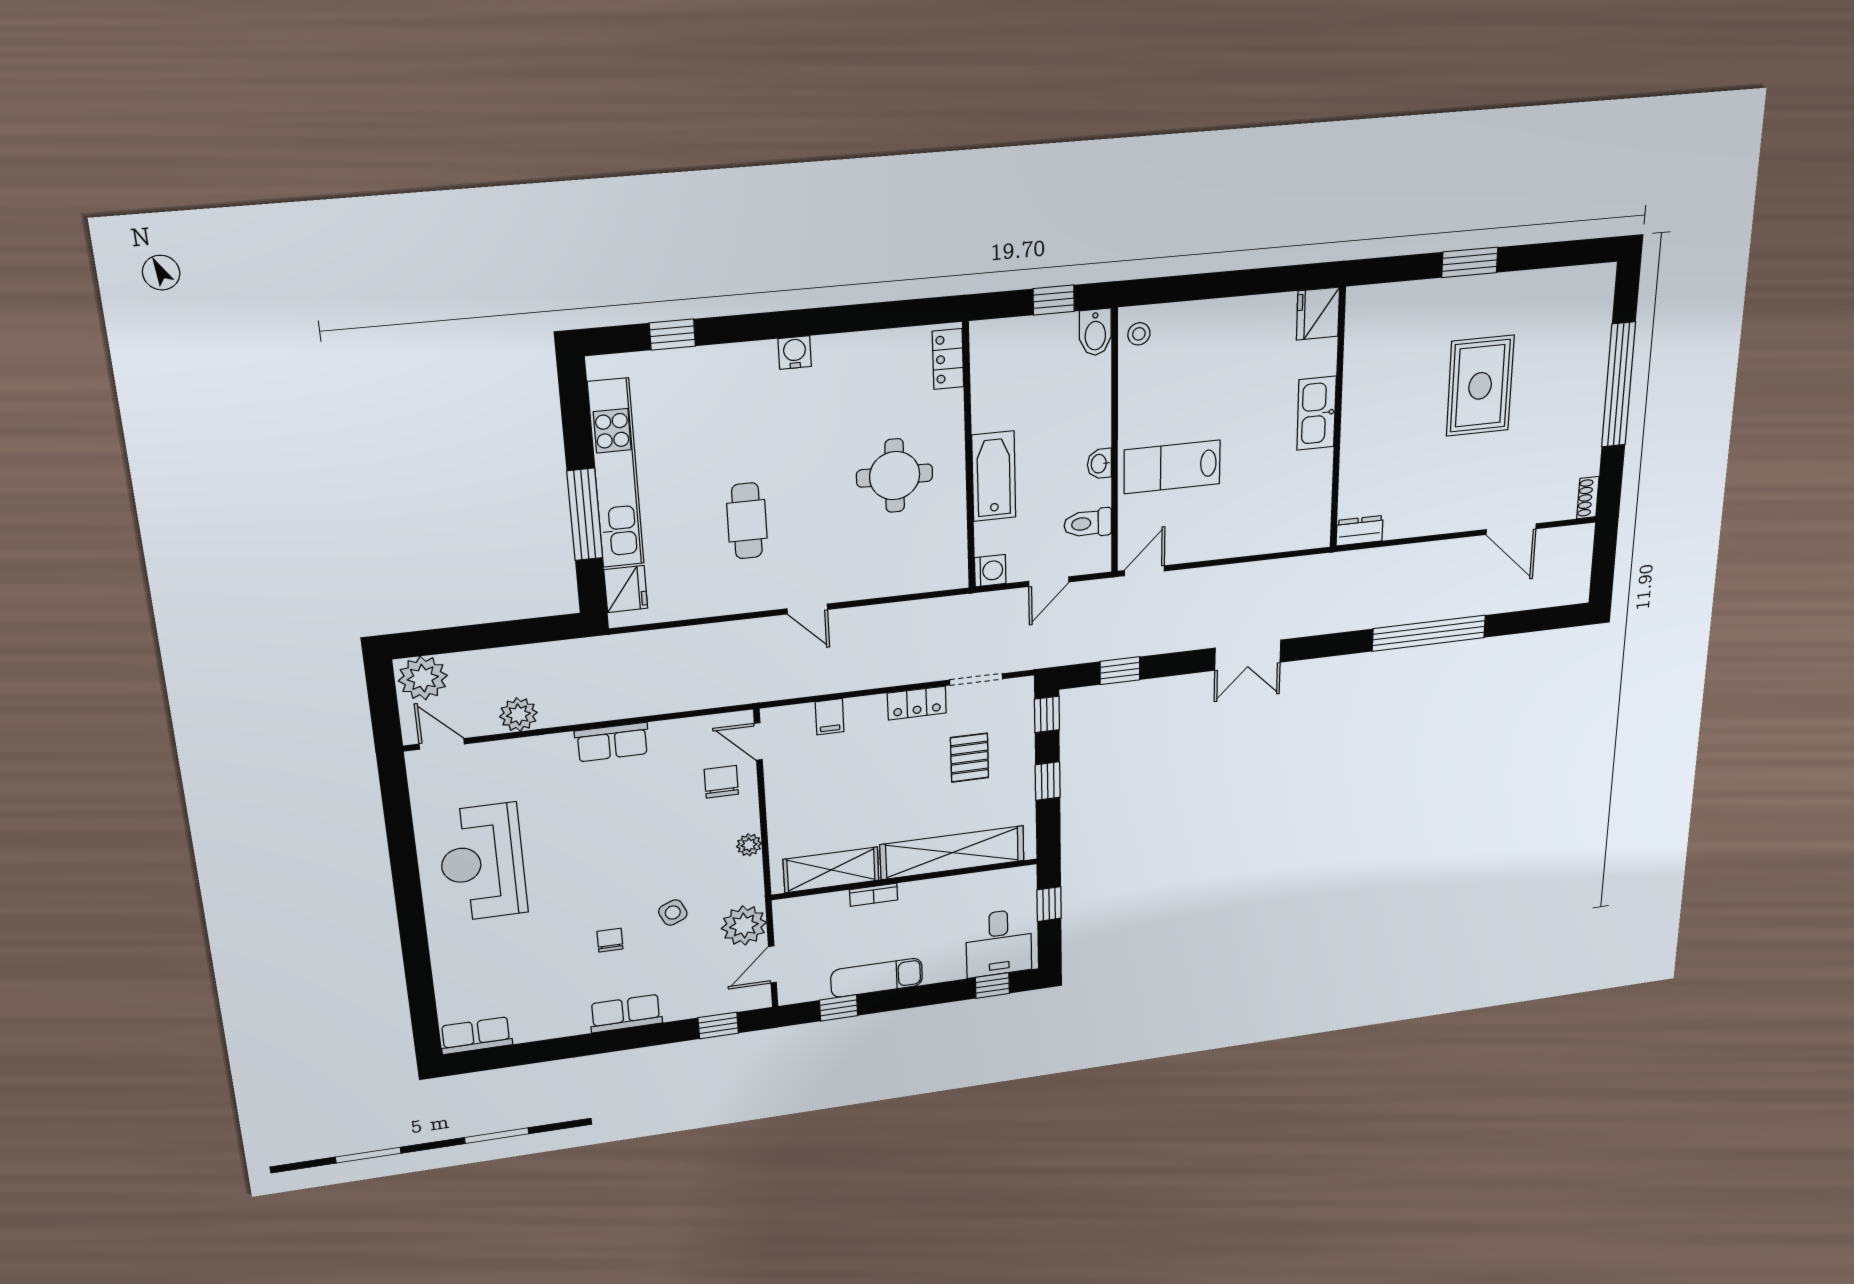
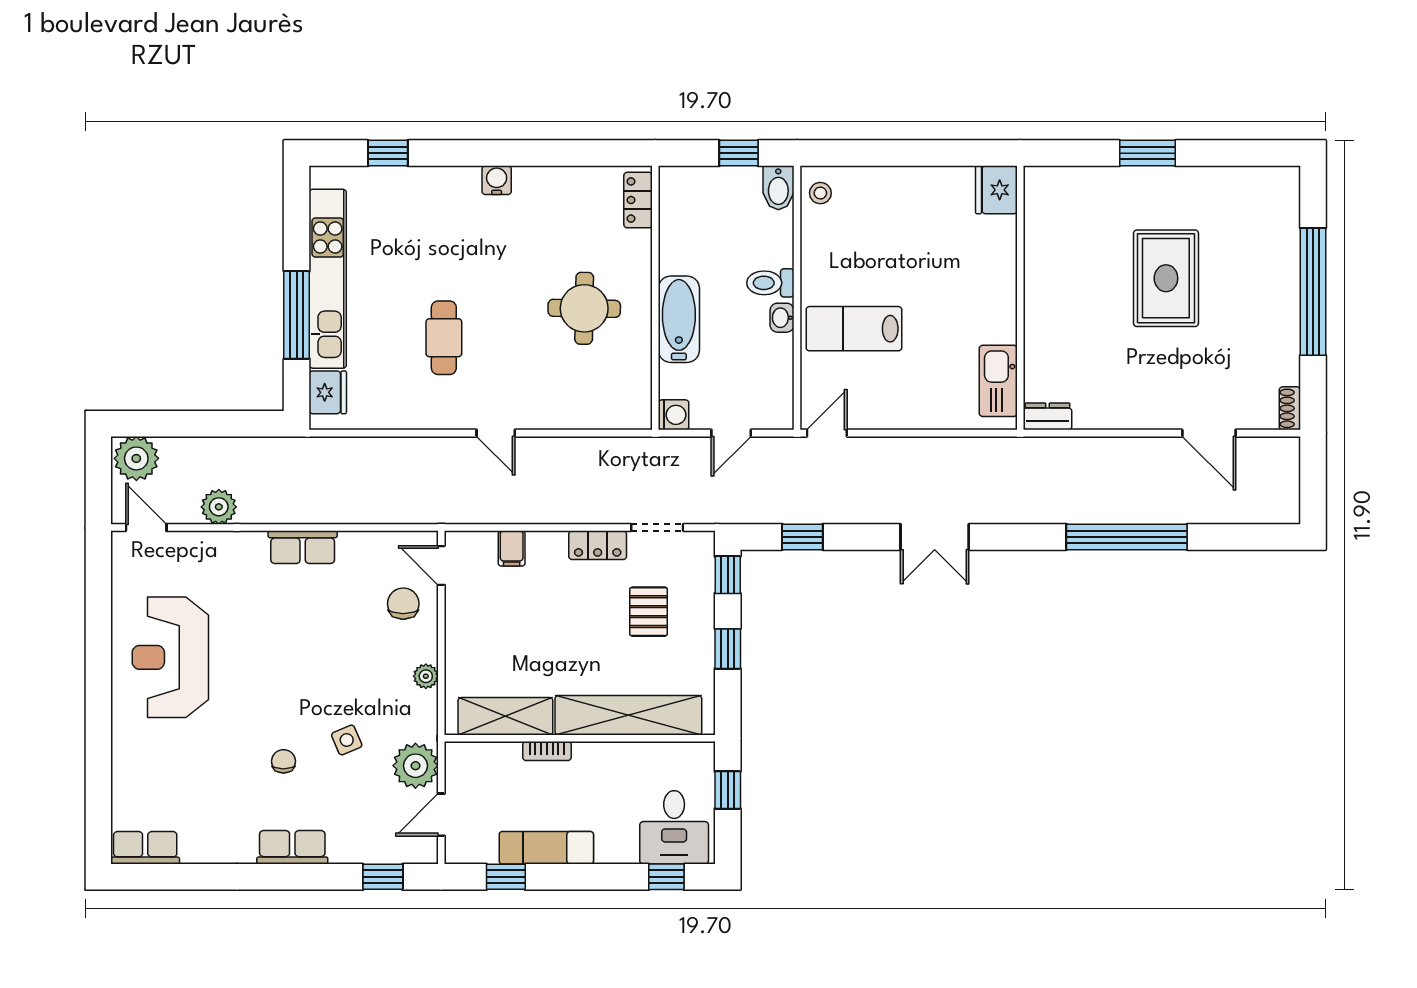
kitchen sink: (1316, 413) -> (998, 381), moved
toilet: (1088, 523) -> (770, 283), moved

